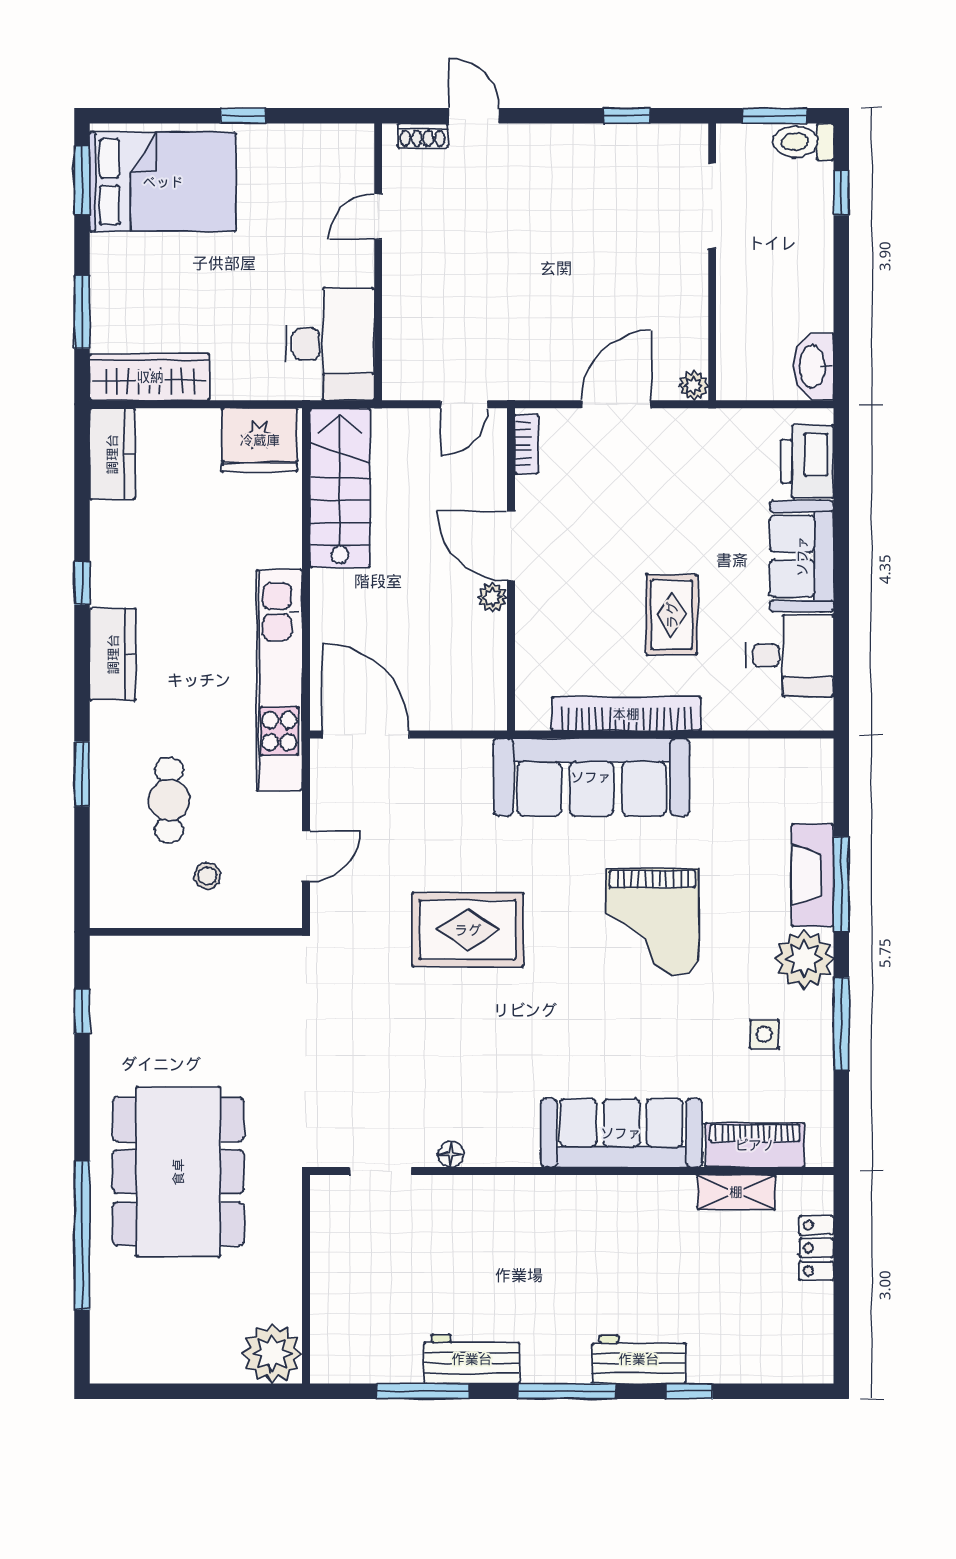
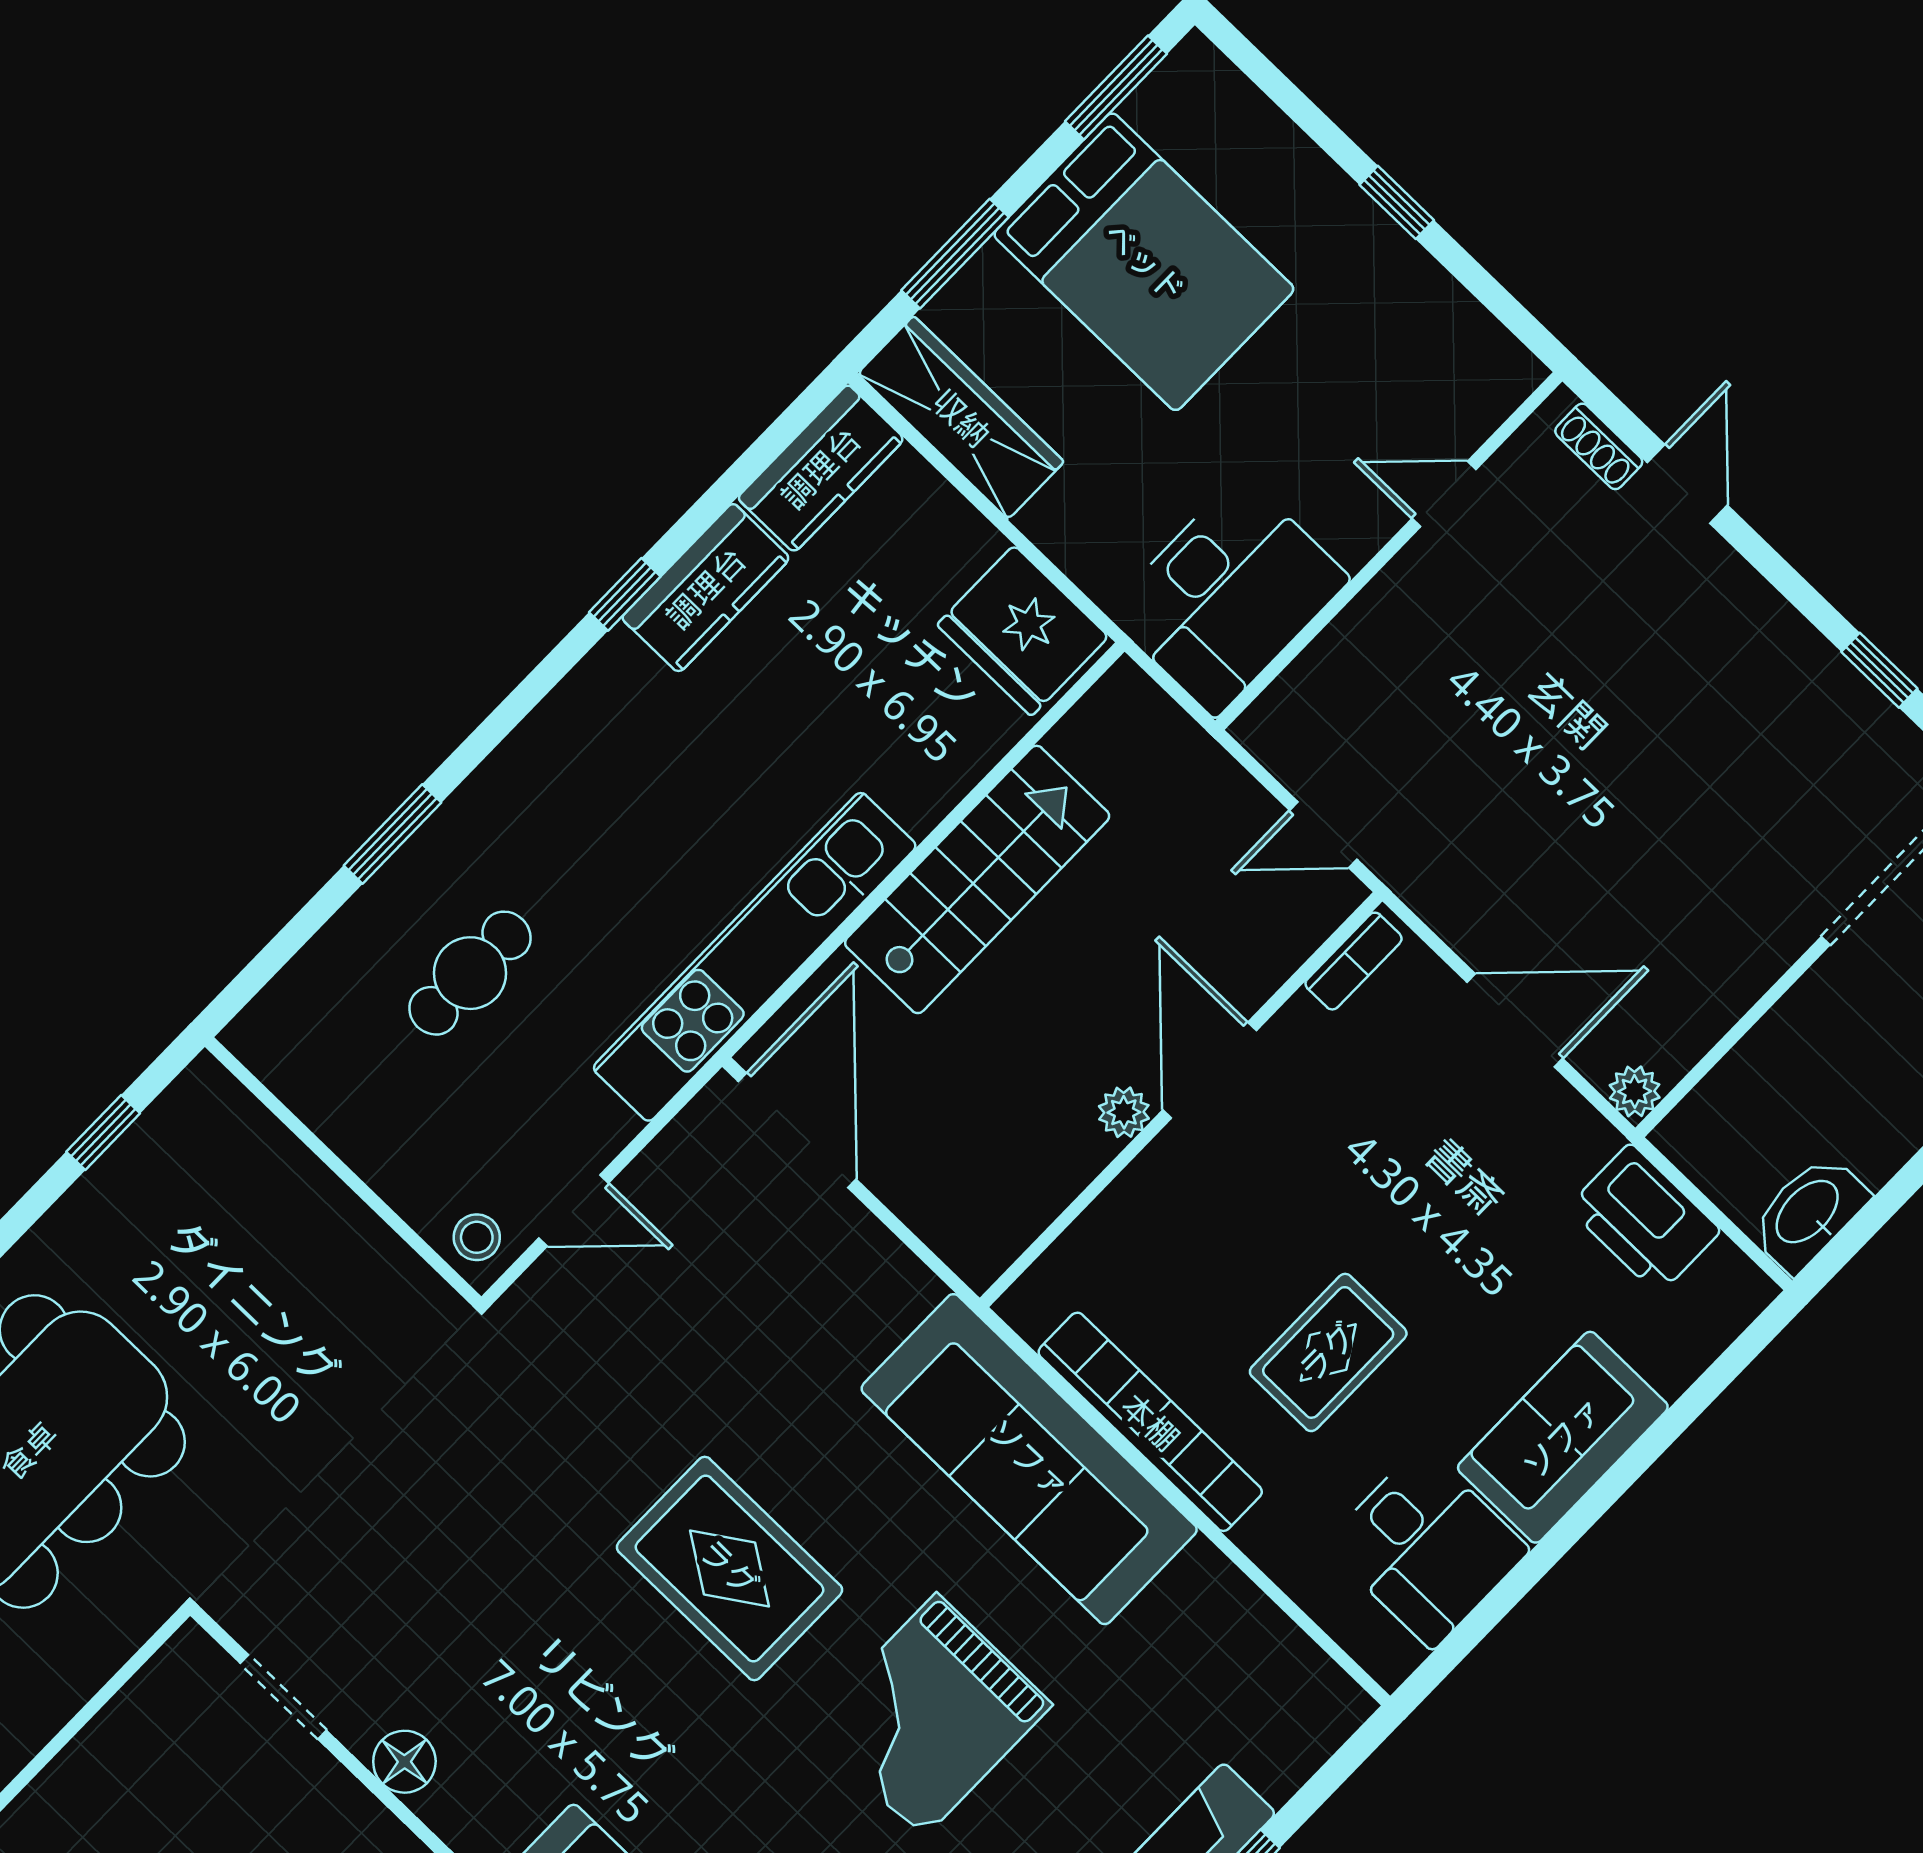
bed: (163, 182) -> (1144, 262), moved
printer: (807, 461) -> (1644, 1219), moved, turned -90
stairs: (340, 488) -> (977, 879), moved
kitchen counter: (113, 654) -> (706, 588), moved
stool: (207, 876) -> (477, 1237), moved
rug: (468, 930) -> (729, 1568), moved
floor lamp: (451, 1154) -> (404, 1762), width x1.37, depth x1.37

